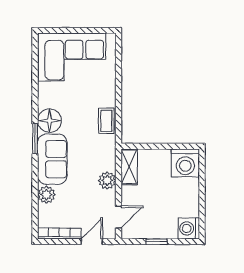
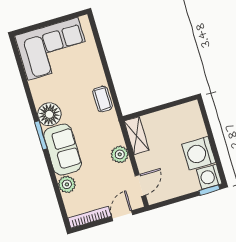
washing machine: (185, 163) -> (199, 153), moved, turned 90
window: (157, 242) -> (209, 190), moved

